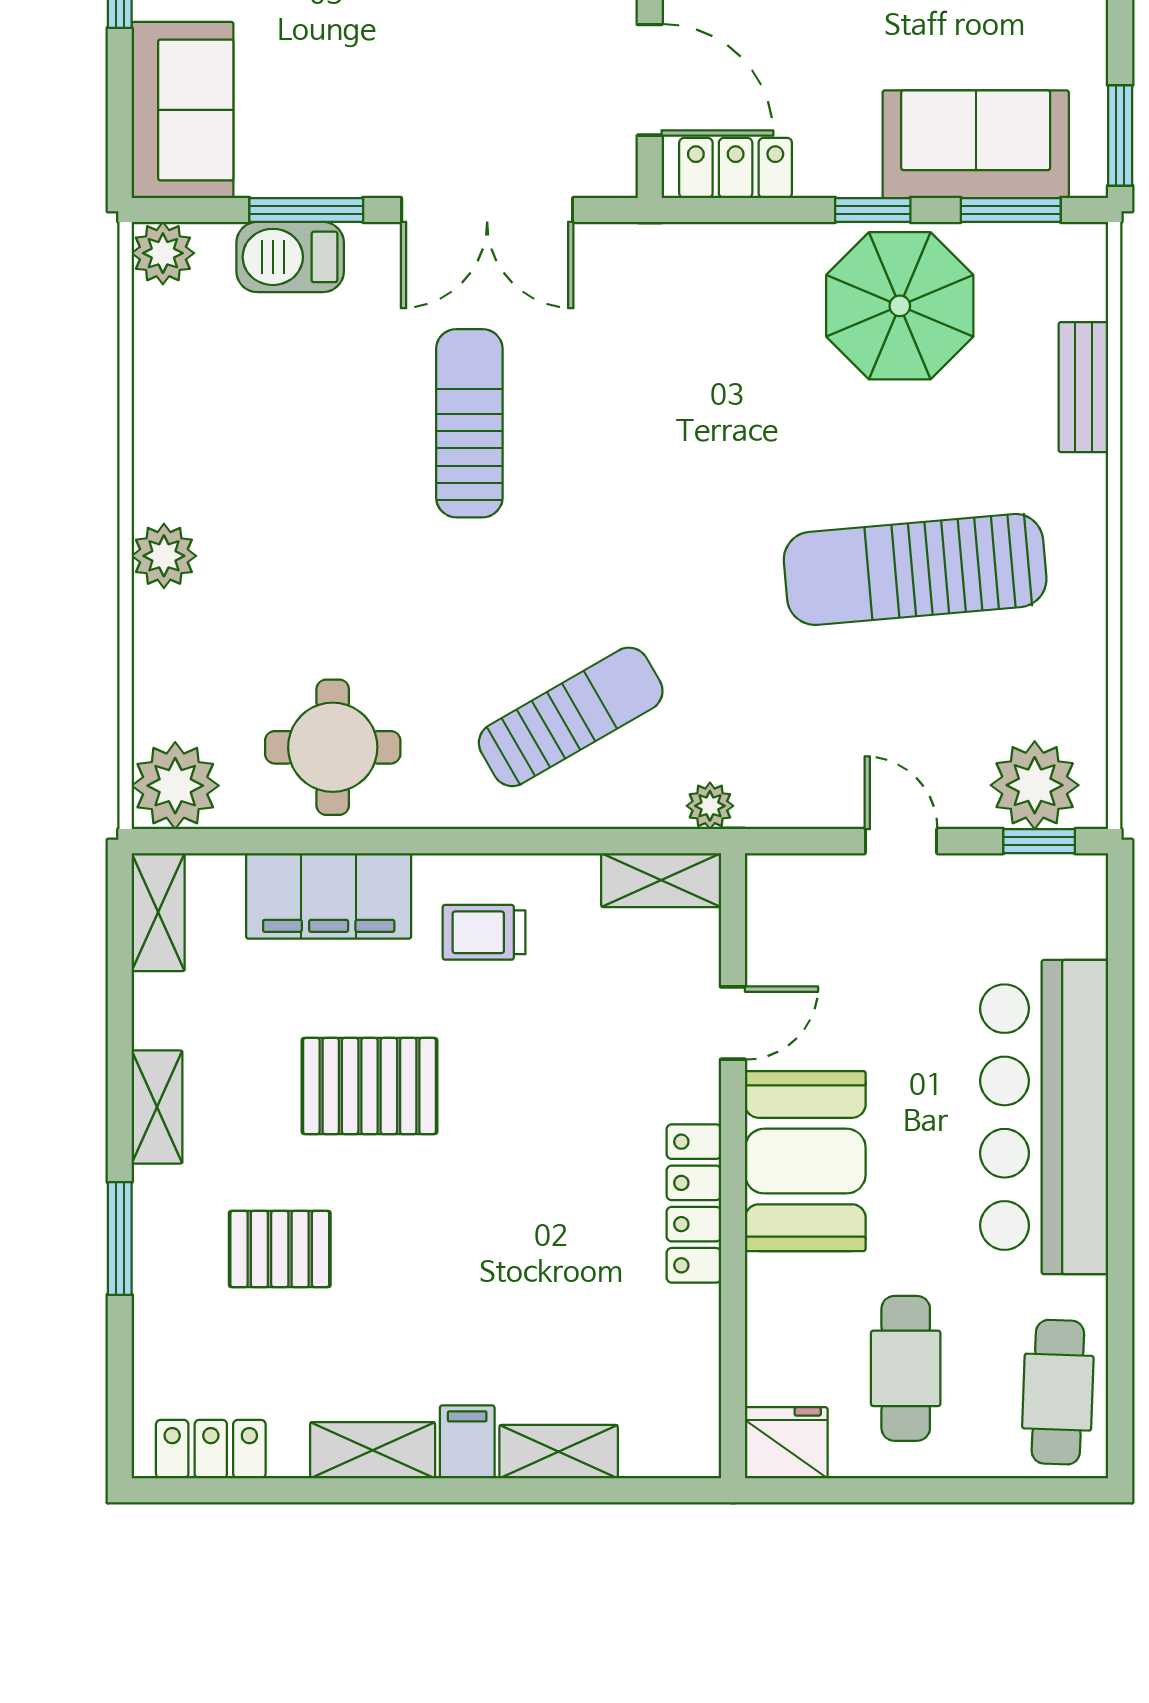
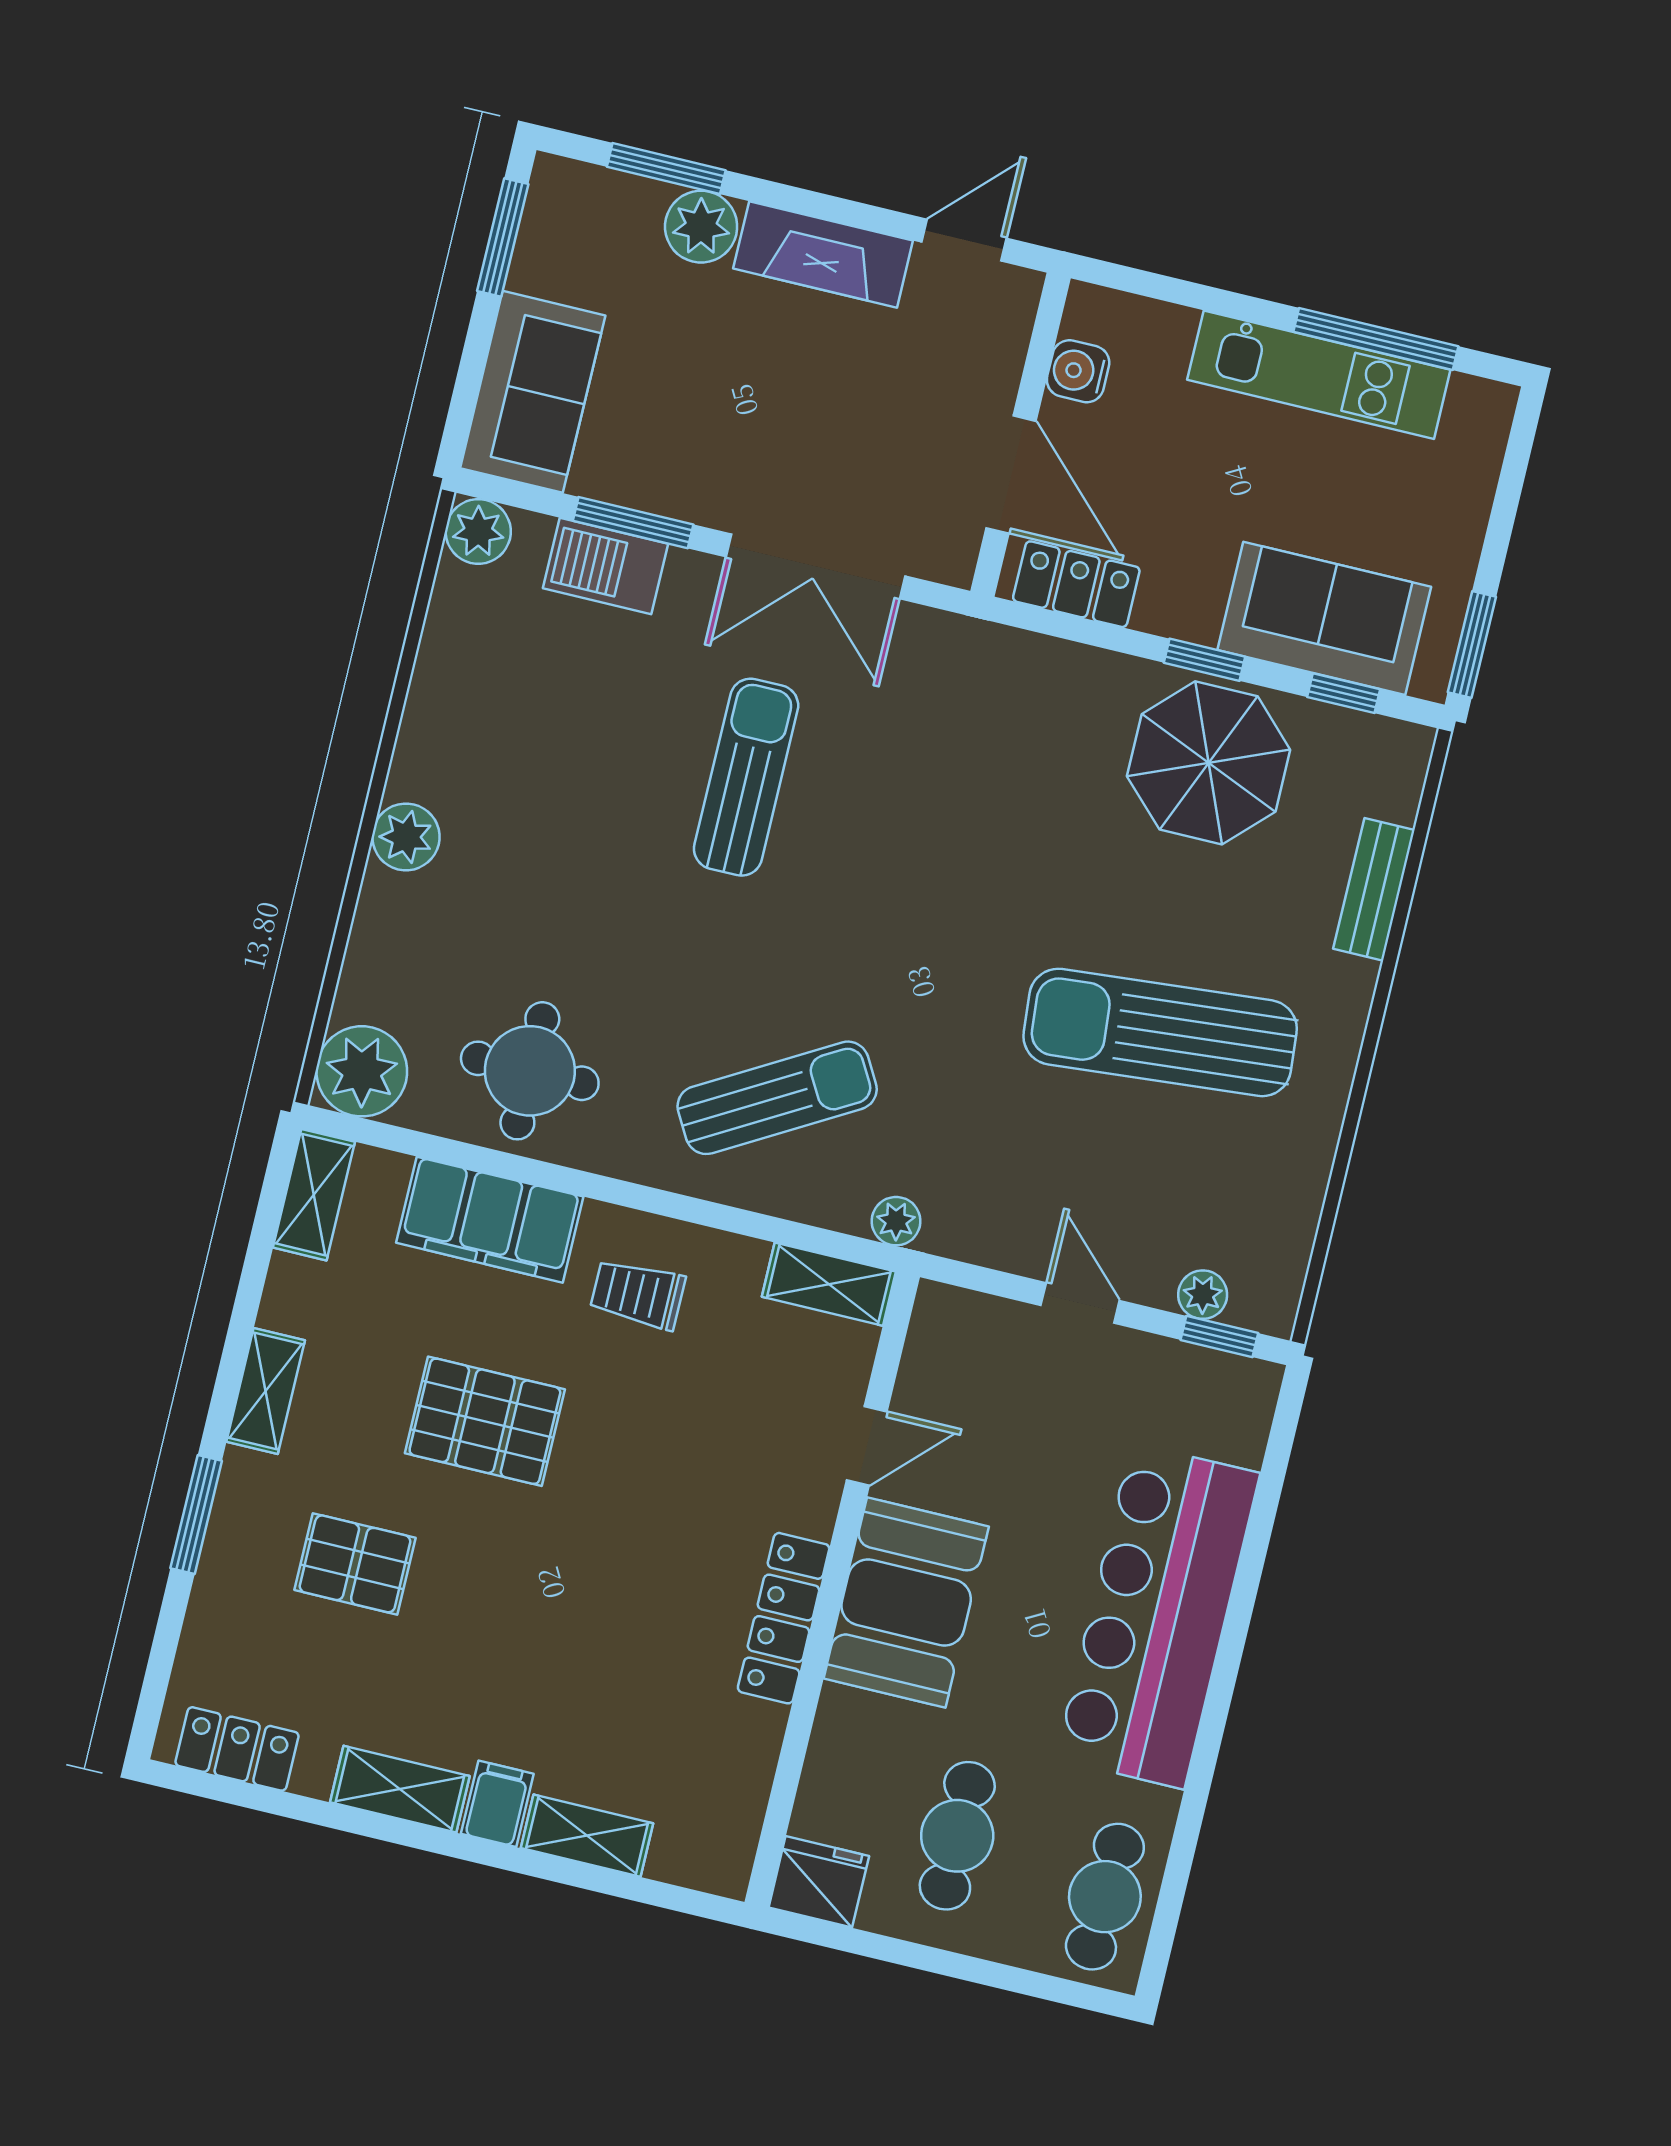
window: (1011, 210) -> (1344, 693), width x0.67
plant: (1035, 785) -> (1203, 1295), width x0.53, depth x0.53

